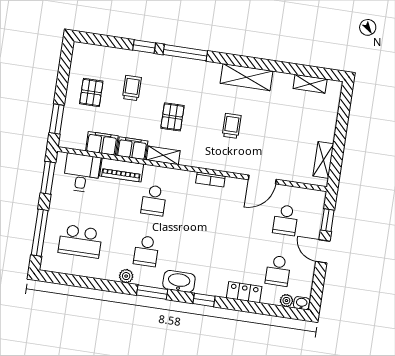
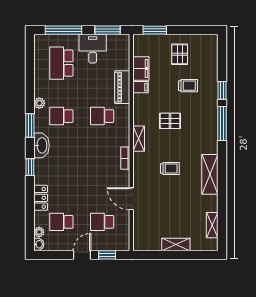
pallet: (91, 92) -> (180, 54), turned 90
filing cabinet: (132, 148) -> (141, 87), width x0.50
shelving: (163, 155) -> (139, 139), moved
shelving: (323, 160) -> (176, 244), moved
desk: (82, 173) -> (93, 49), moved, turned -90

